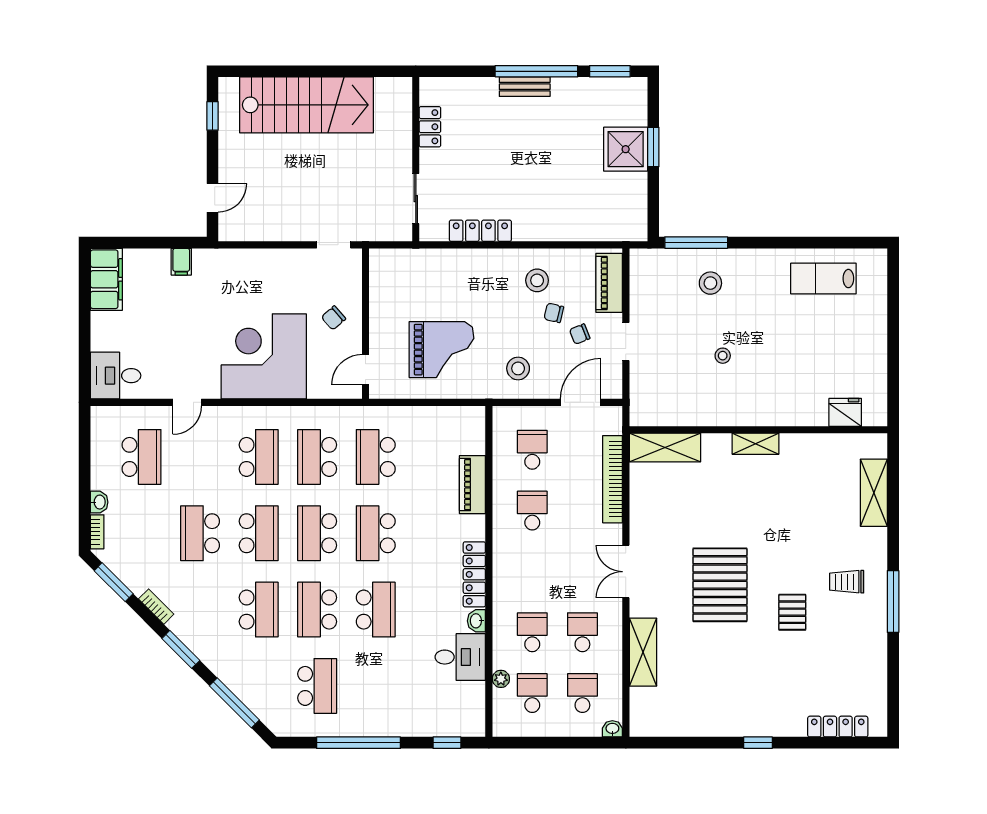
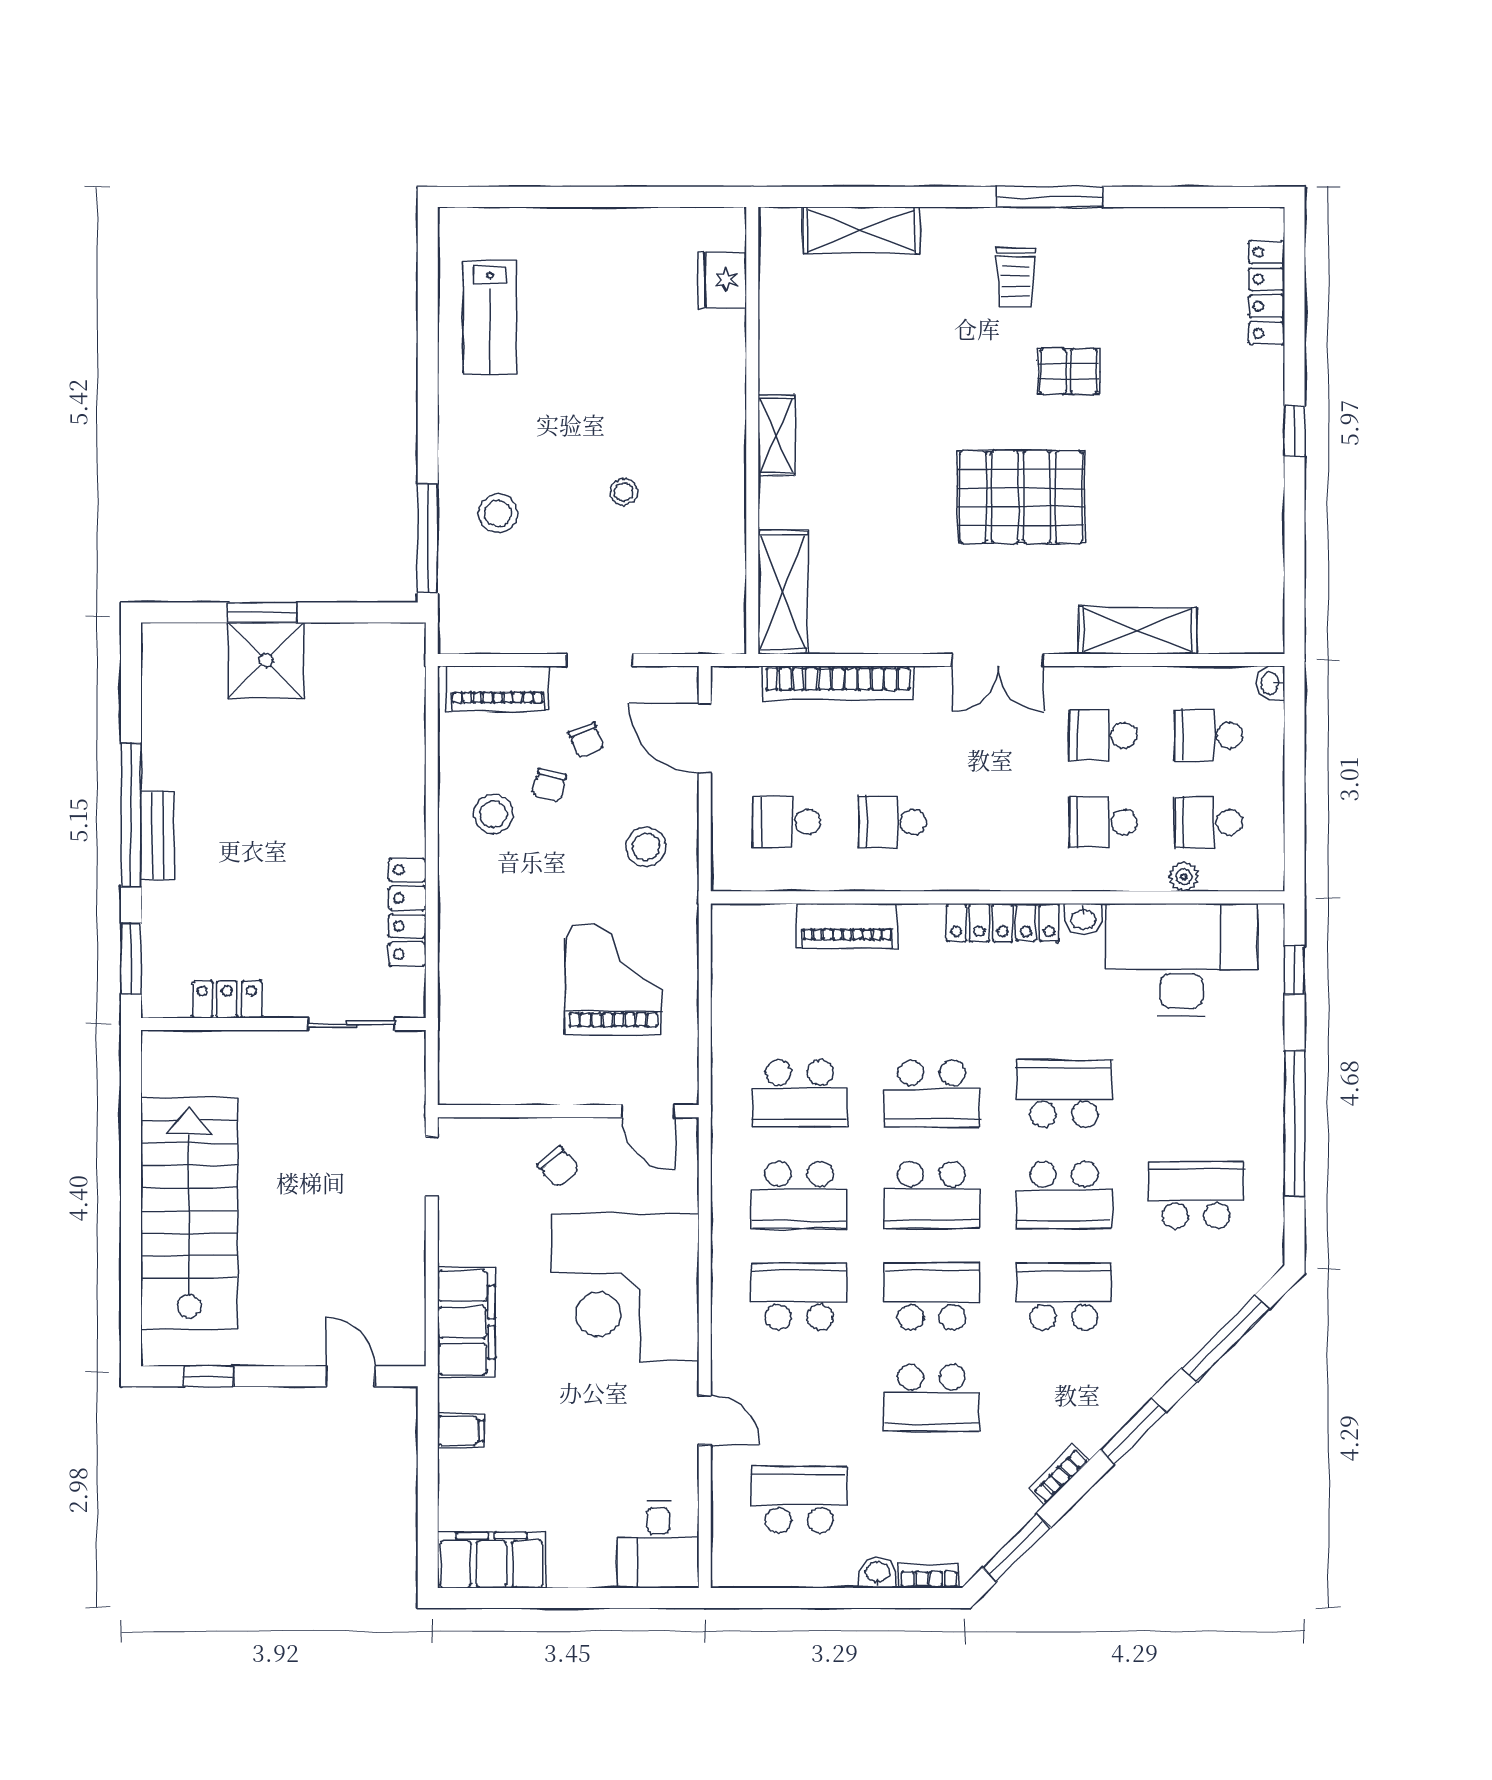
window: (610, 71) -> (131, 958), moved
filing cabinet: (244, 265) -> (466, 1322), added
desk: (460, 657) -> (1181, 960), width x1.87, depth x1.30

